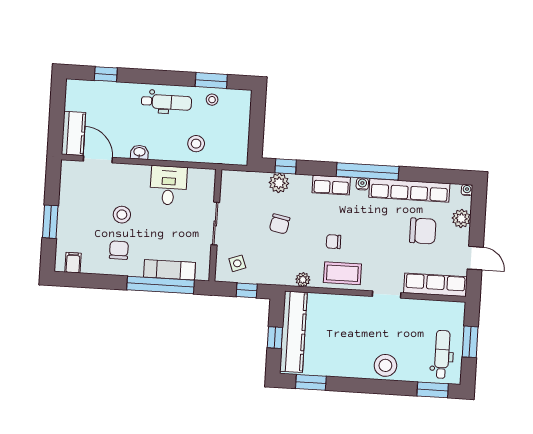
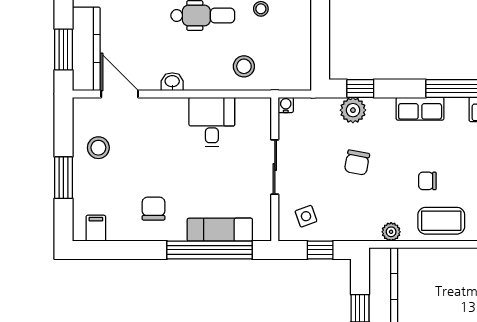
window: (56, 122) -> (63, 49), added
kitchen counter: (73, 133) -> (86, 49), width x1.50
water cooler: (362, 184) -> (286, 105), moved
stool: (122, 215) -> (98, 148), moved

